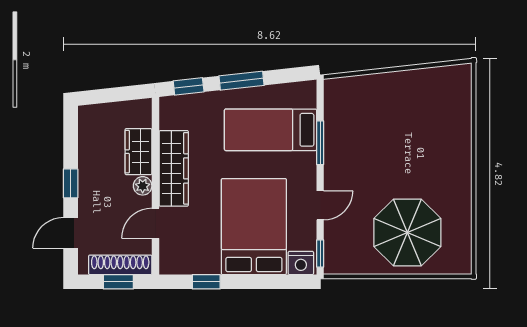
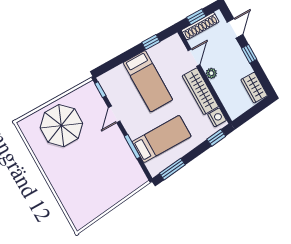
window: (241, 81) -> (172, 169), moved
wardrobe: (138, 152) -> (254, 88), moved, turned 180
bed: (254, 227) -> (148, 81), width x0.67
nightstand: (301, 263) -> (217, 117), moved, turned 90

